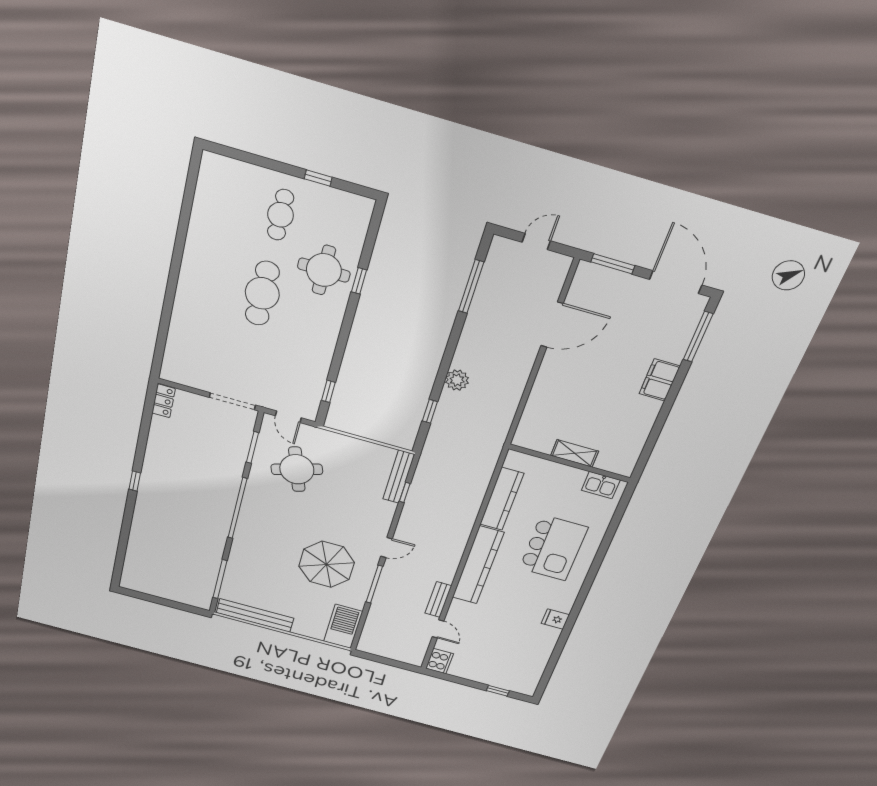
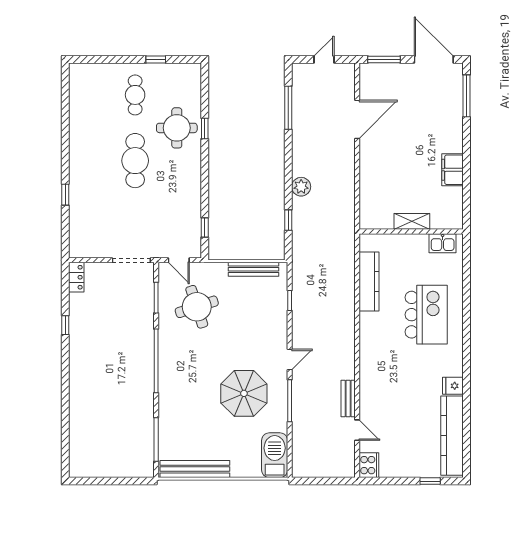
window: (168, 308) -> (65, 195), added
filing cabinet: (660, 380) -> (452, 170), moved
bench: (399, 477) -> (254, 269), moved, turned 90
window: (135, 481) -> (65, 325), moved
kitchen counter: (478, 565) -> (452, 436), moved, turned 180

